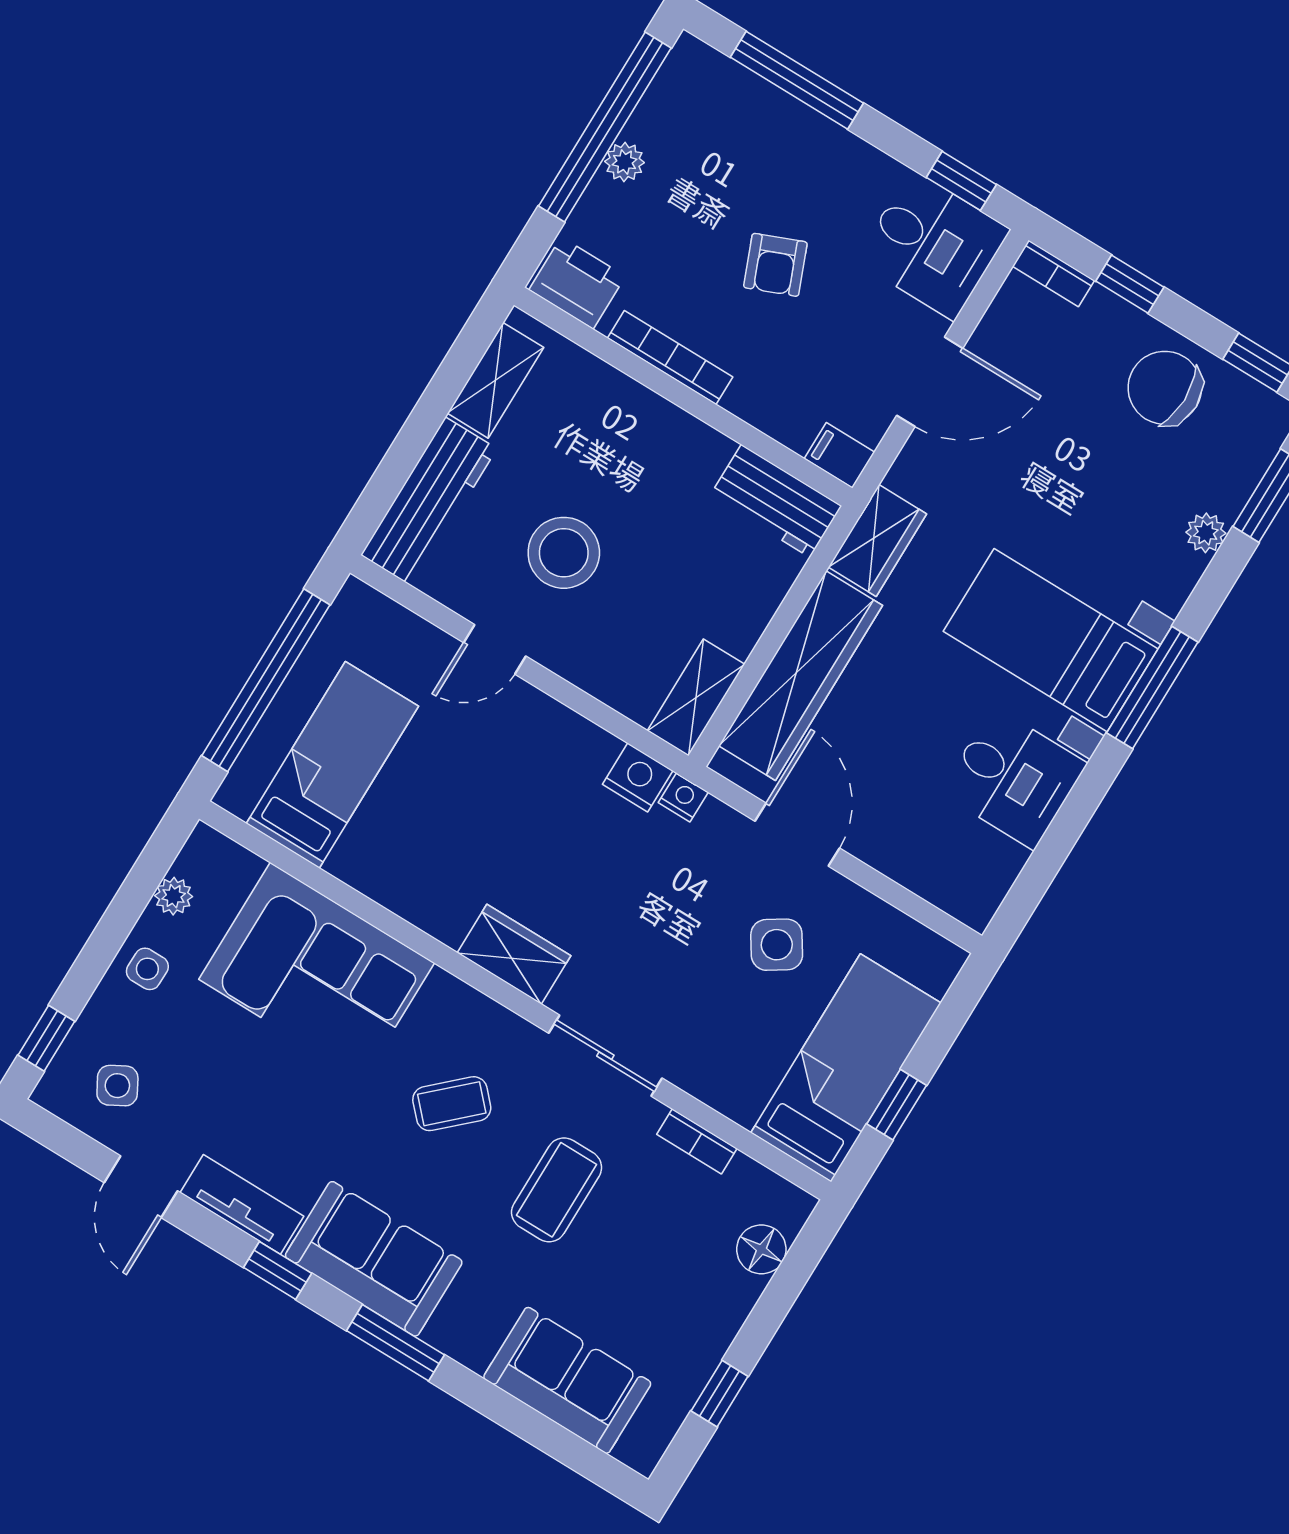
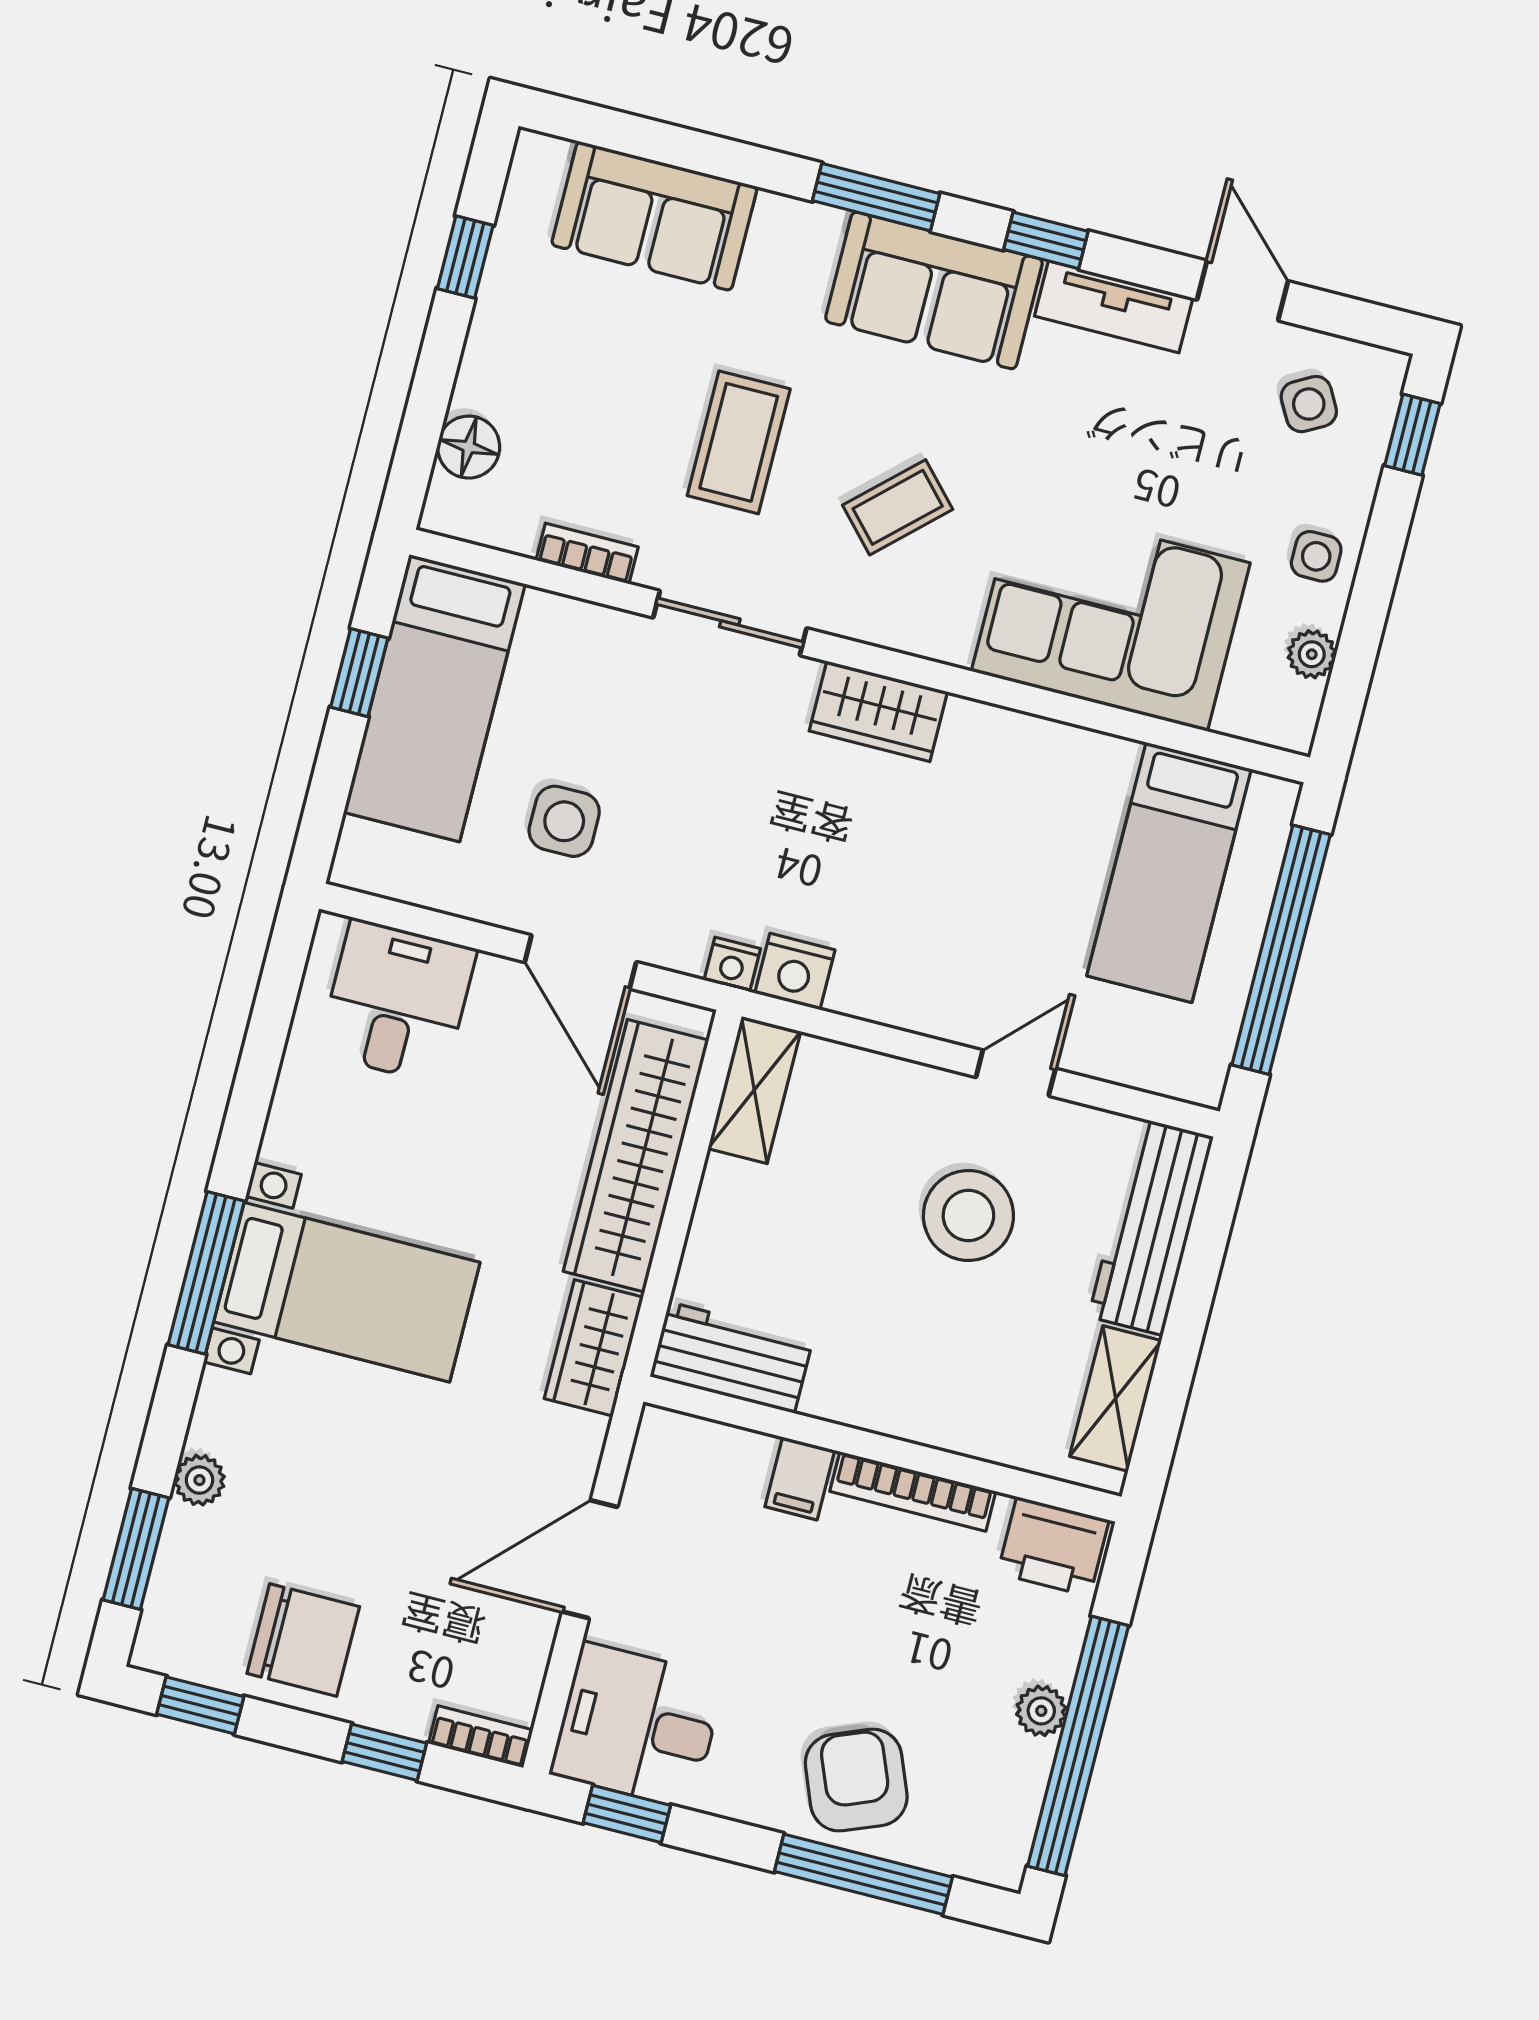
armchair: (775, 265) -> (856, 1780), moved, width x1.38, depth x1.38
filing cabinet: (839, 455) -> (800, 1478), moved, turned 90
desk: (1014, 778) -> (397, 1001), moved, turned 90
side table: (777, 945) -> (564, 821), turned 33

